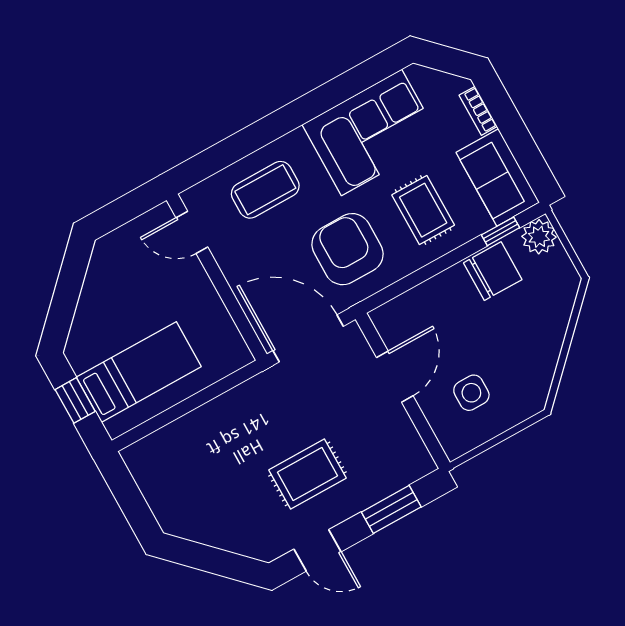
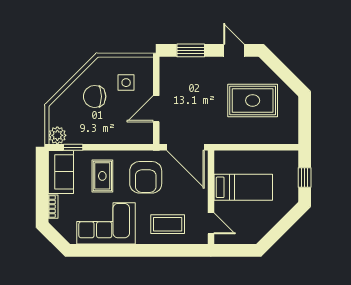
chair: (493, 271) -> (95, 96), moved
bed: (139, 372) -> (243, 187), moved, turned 180
rug: (307, 474) -> (253, 100), moved, width x1.36, depth x1.43

